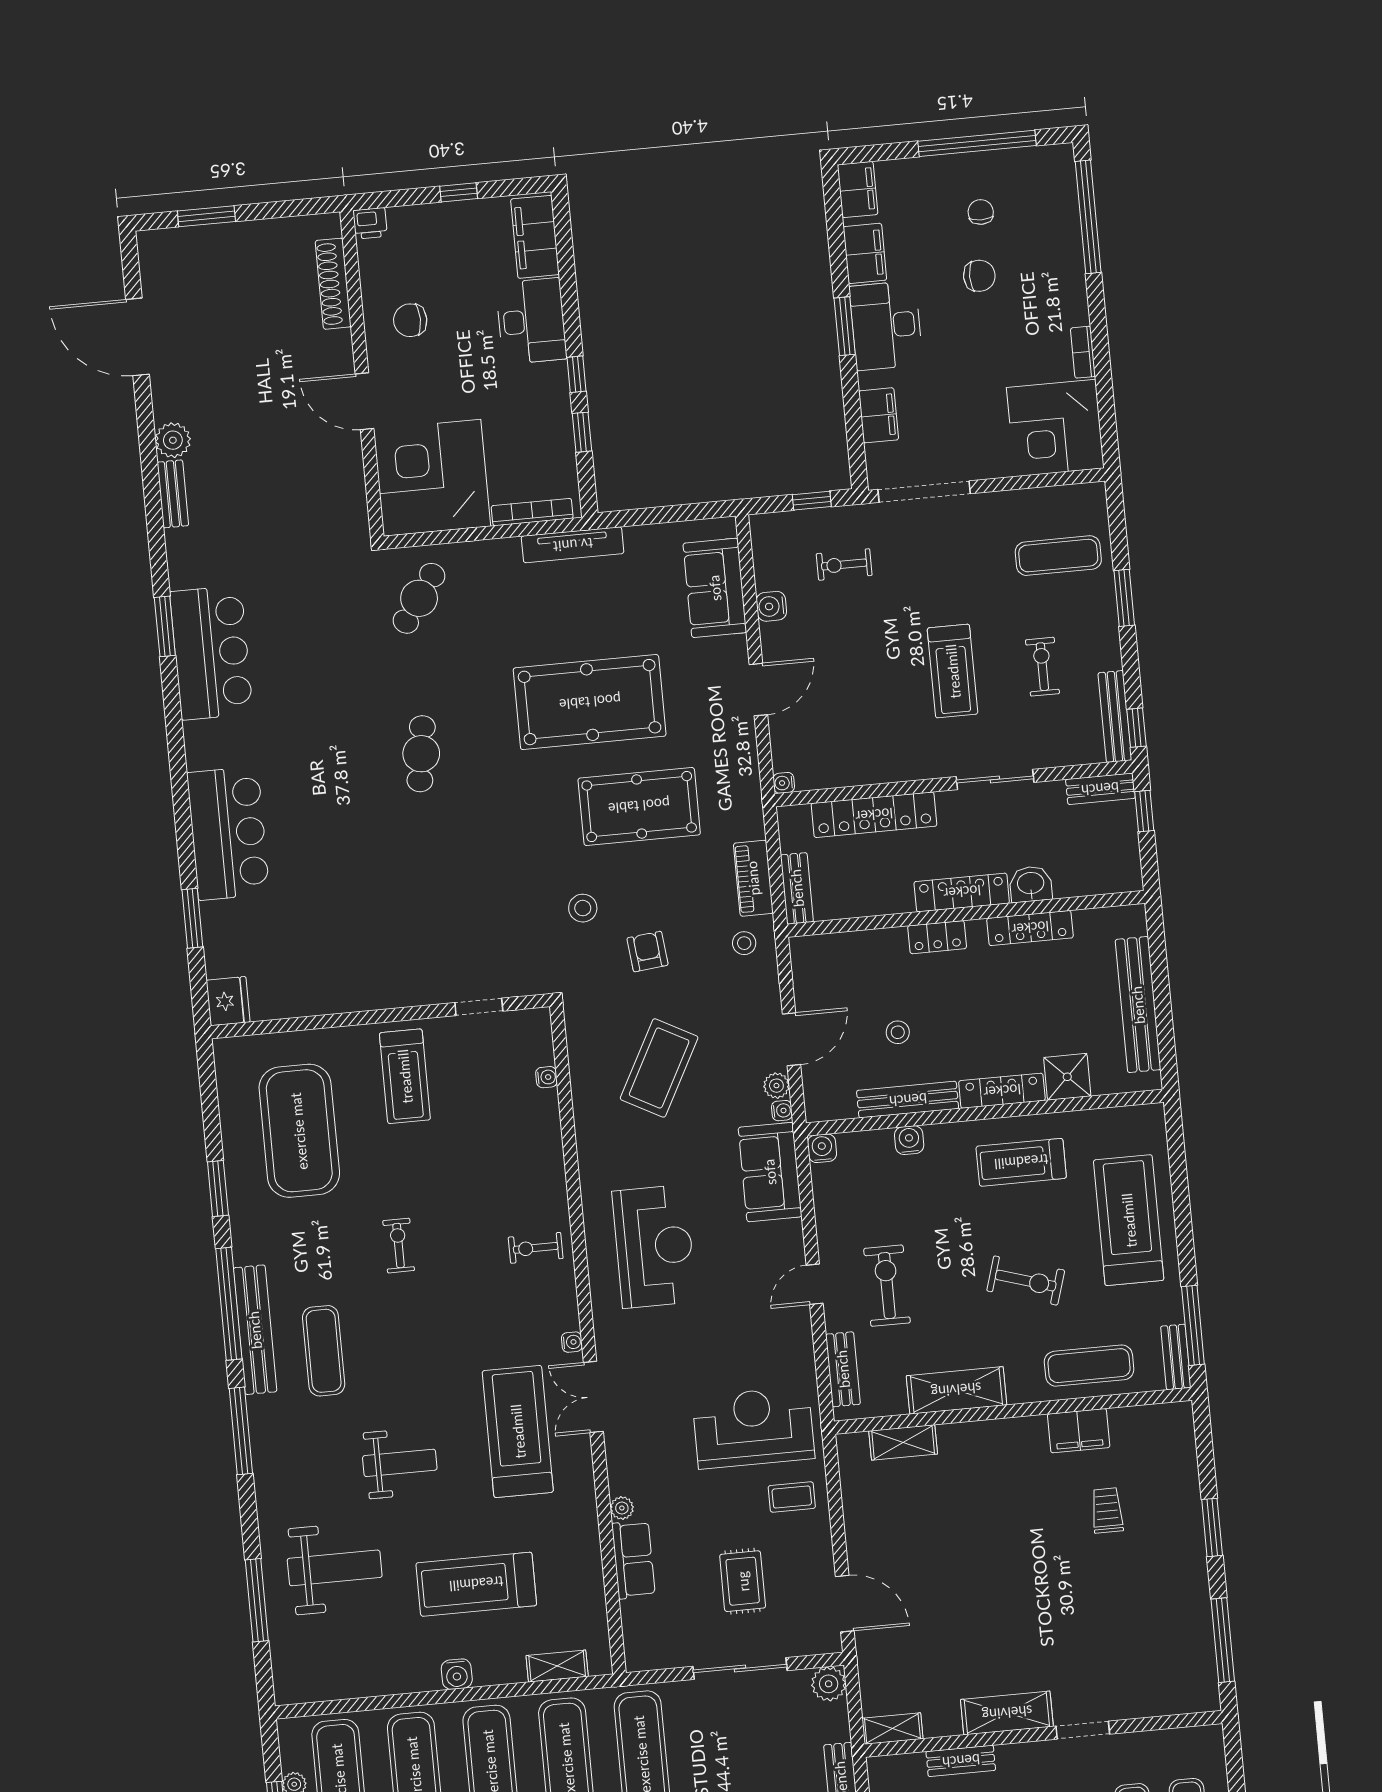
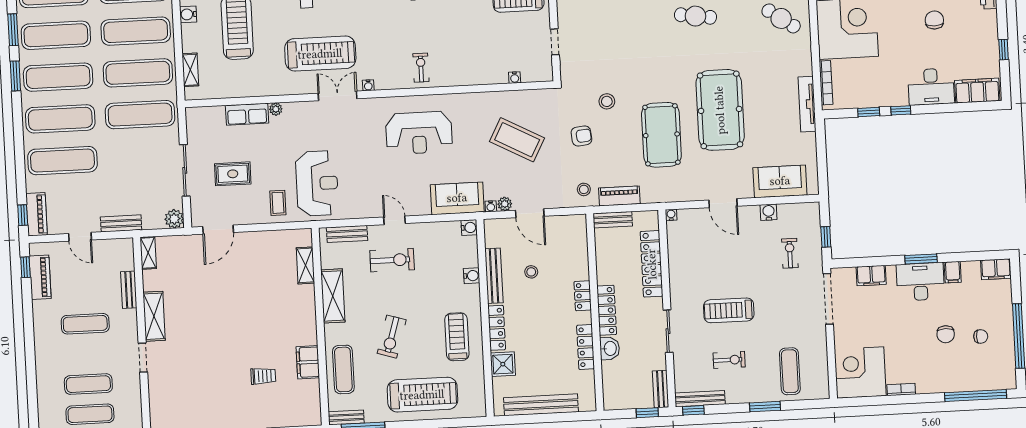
filing cabinet: (865, 253) -> (953, 272), width x0.50

